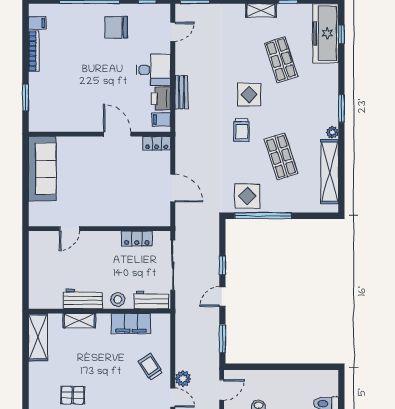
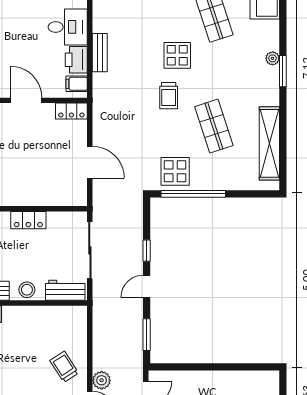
plant: (332, 132) -> (273, 58), moved
locker: (137, 239) -> (28, 220), moved
filing cabinet: (131, 324) -> (42, 317), removed

